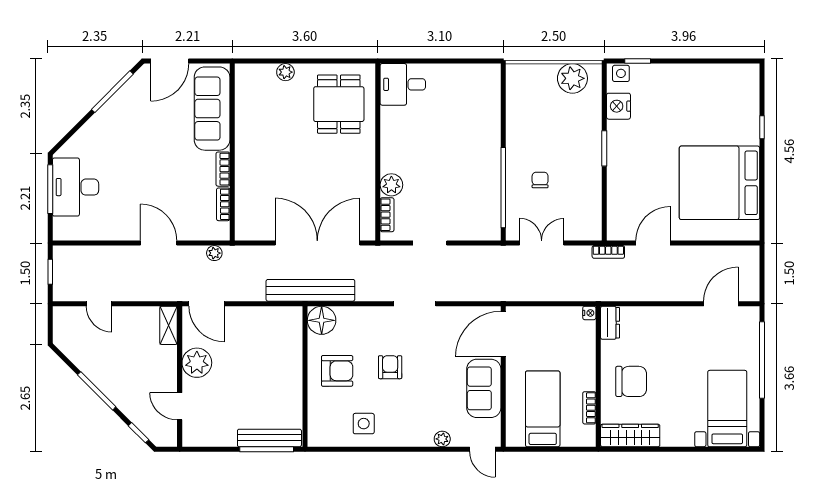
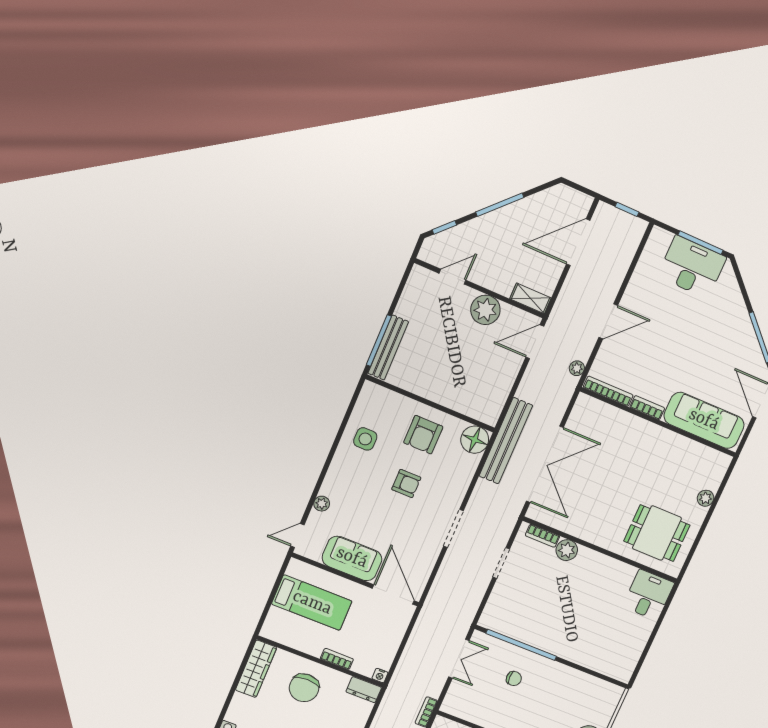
bookcase: (223, 204) -> (608, 391), width x1.56
door: (99, 304) -> (578, 242), width x1.87
bookcase: (589, 408) -> (337, 659), moved

